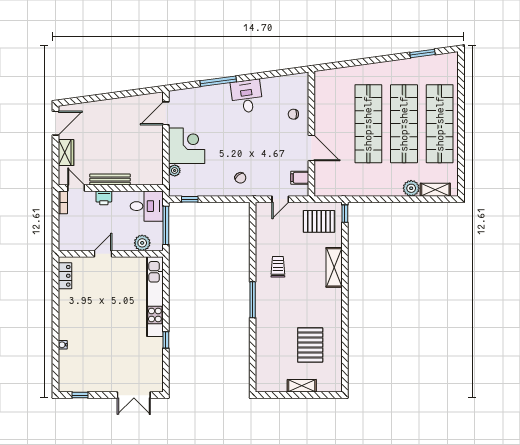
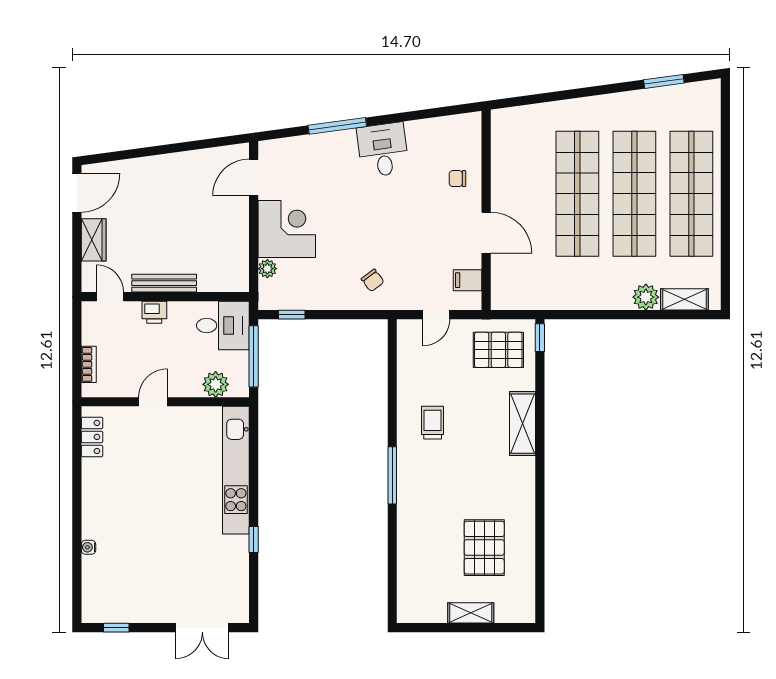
bookcase: (63, 203) -> (89, 364), moved

